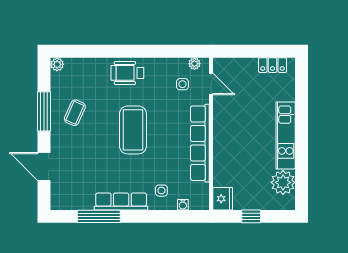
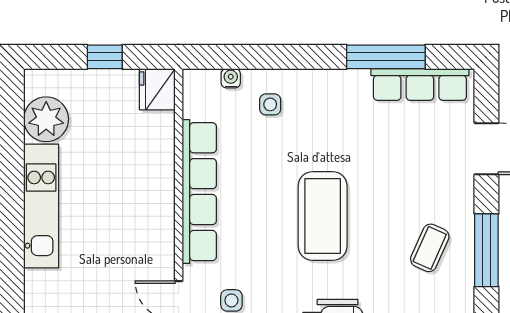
row of seats: (121, 201) -> (420, 84), moved

